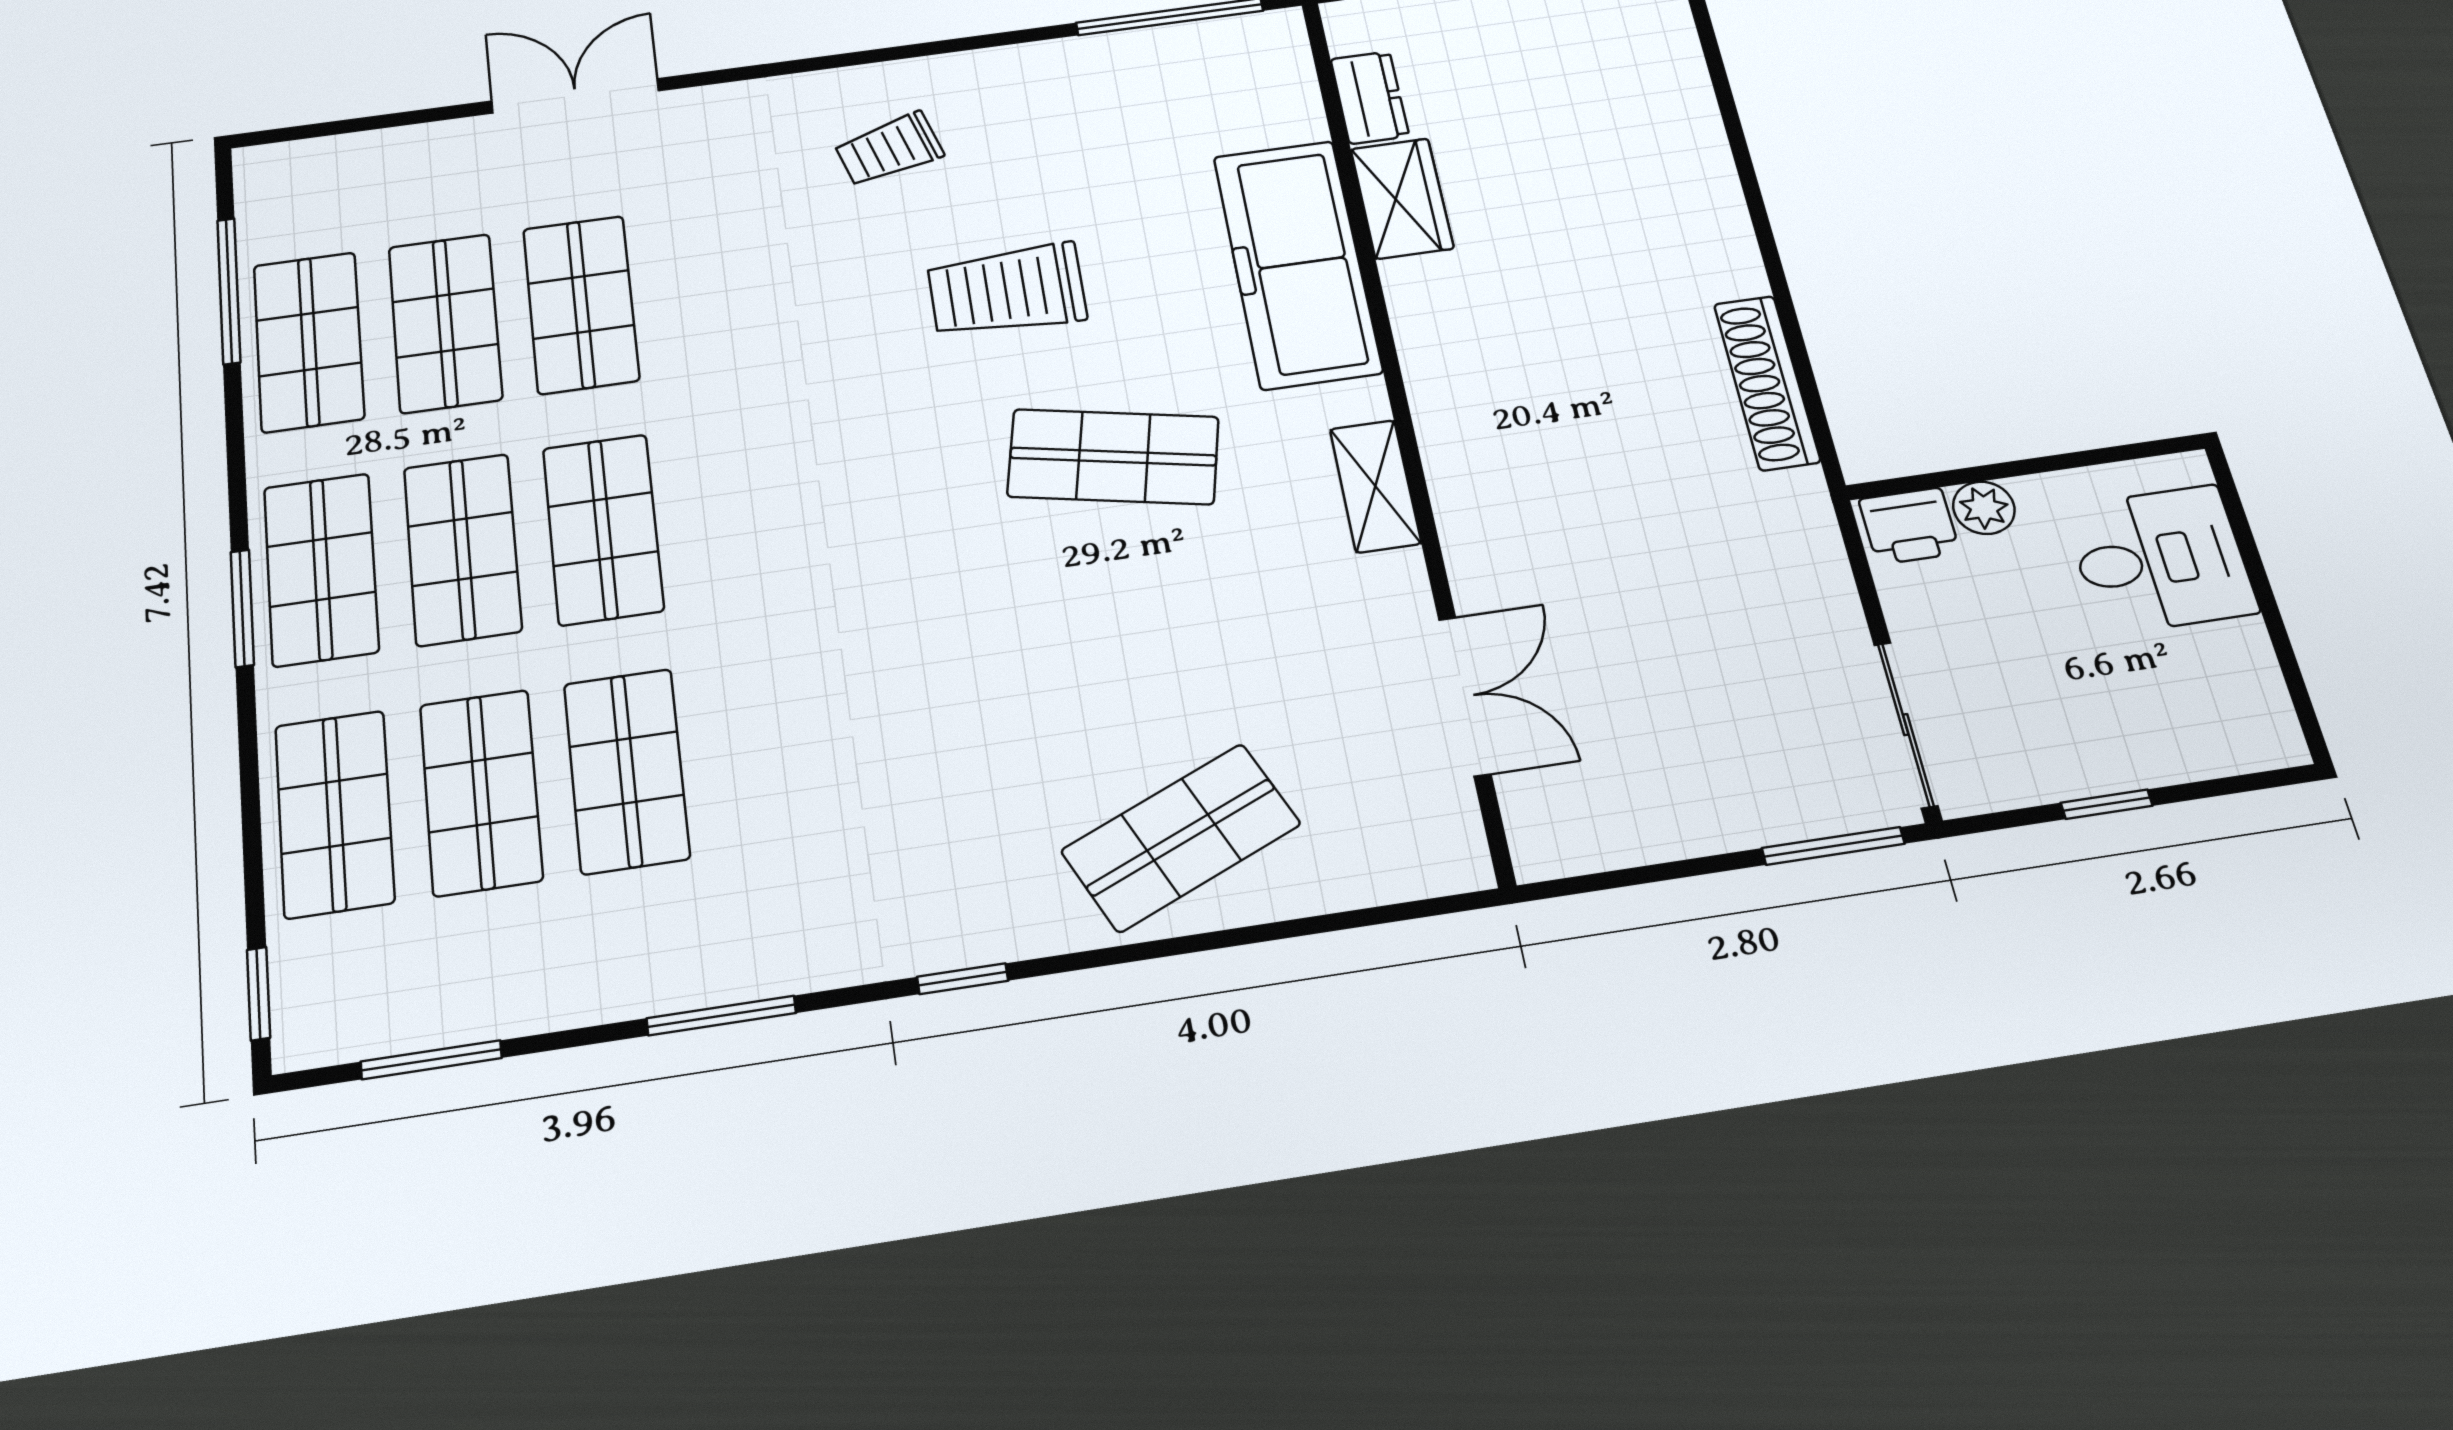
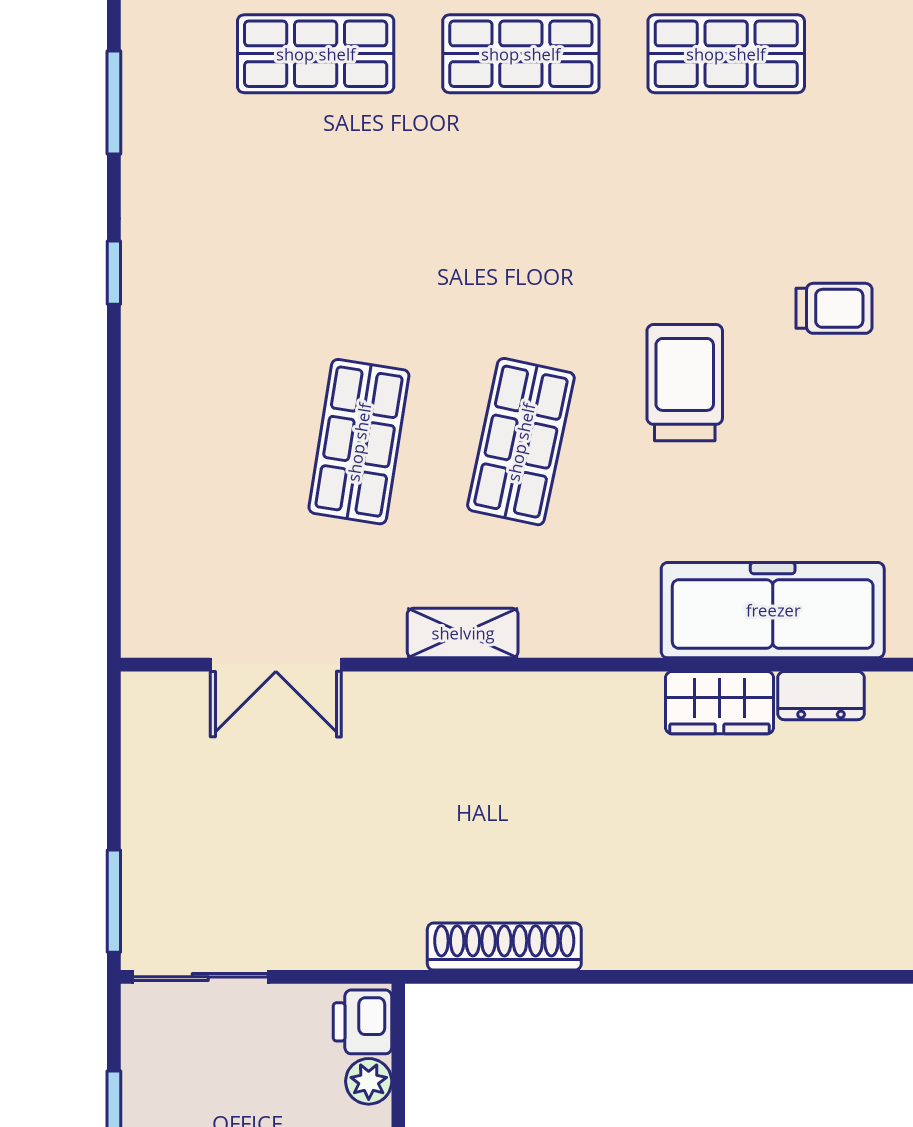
trolley: (889, 149) -> (834, 308), turned 106
freezer: (1297, 264) -> (773, 610), moved
shop shelf: (1181, 837) -> (359, 442), moved, turned 33

